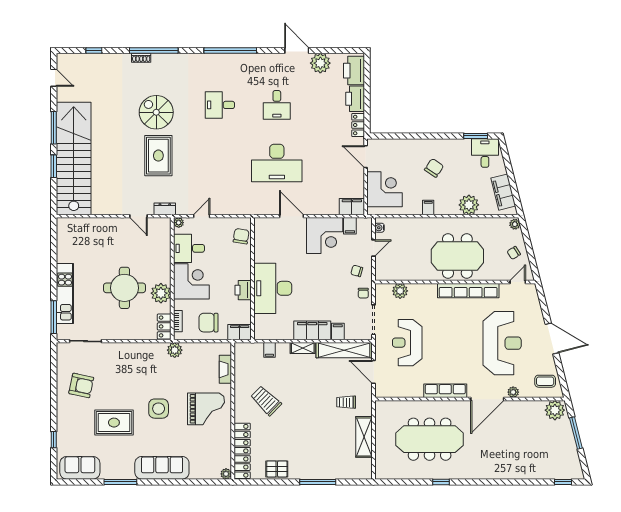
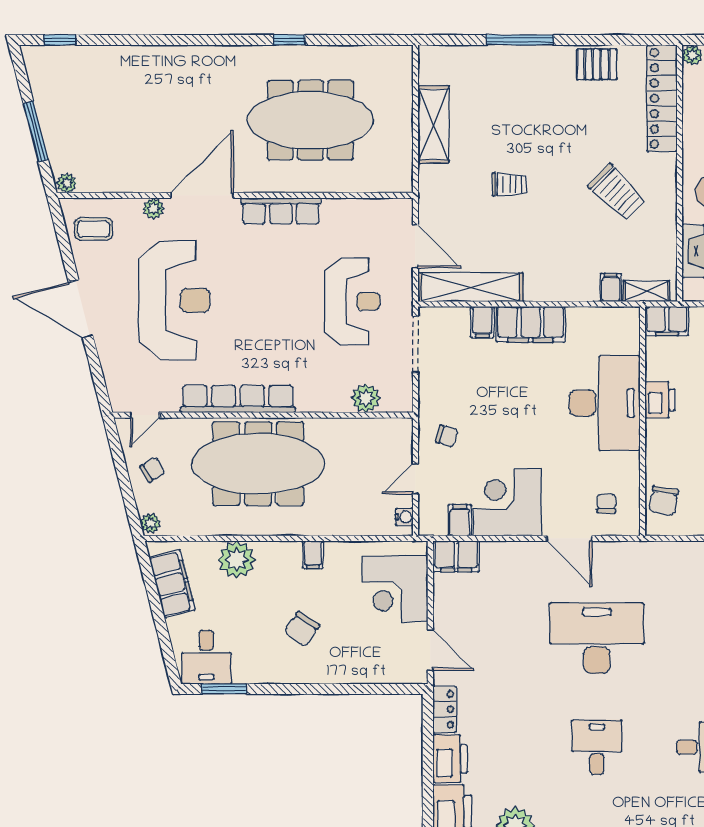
meeting table: (457, 256) -> (258, 464), width x1.36
chair: (363, 293) -> (606, 503), moved
reception desk: (502, 343) -> (174, 300), turned 180
shelving: (303, 348) -> (646, 291), moved
trolley: (346, 402) -> (510, 184), moved
plant: (555, 410) -> (67, 183), width x0.53, depth x0.53

